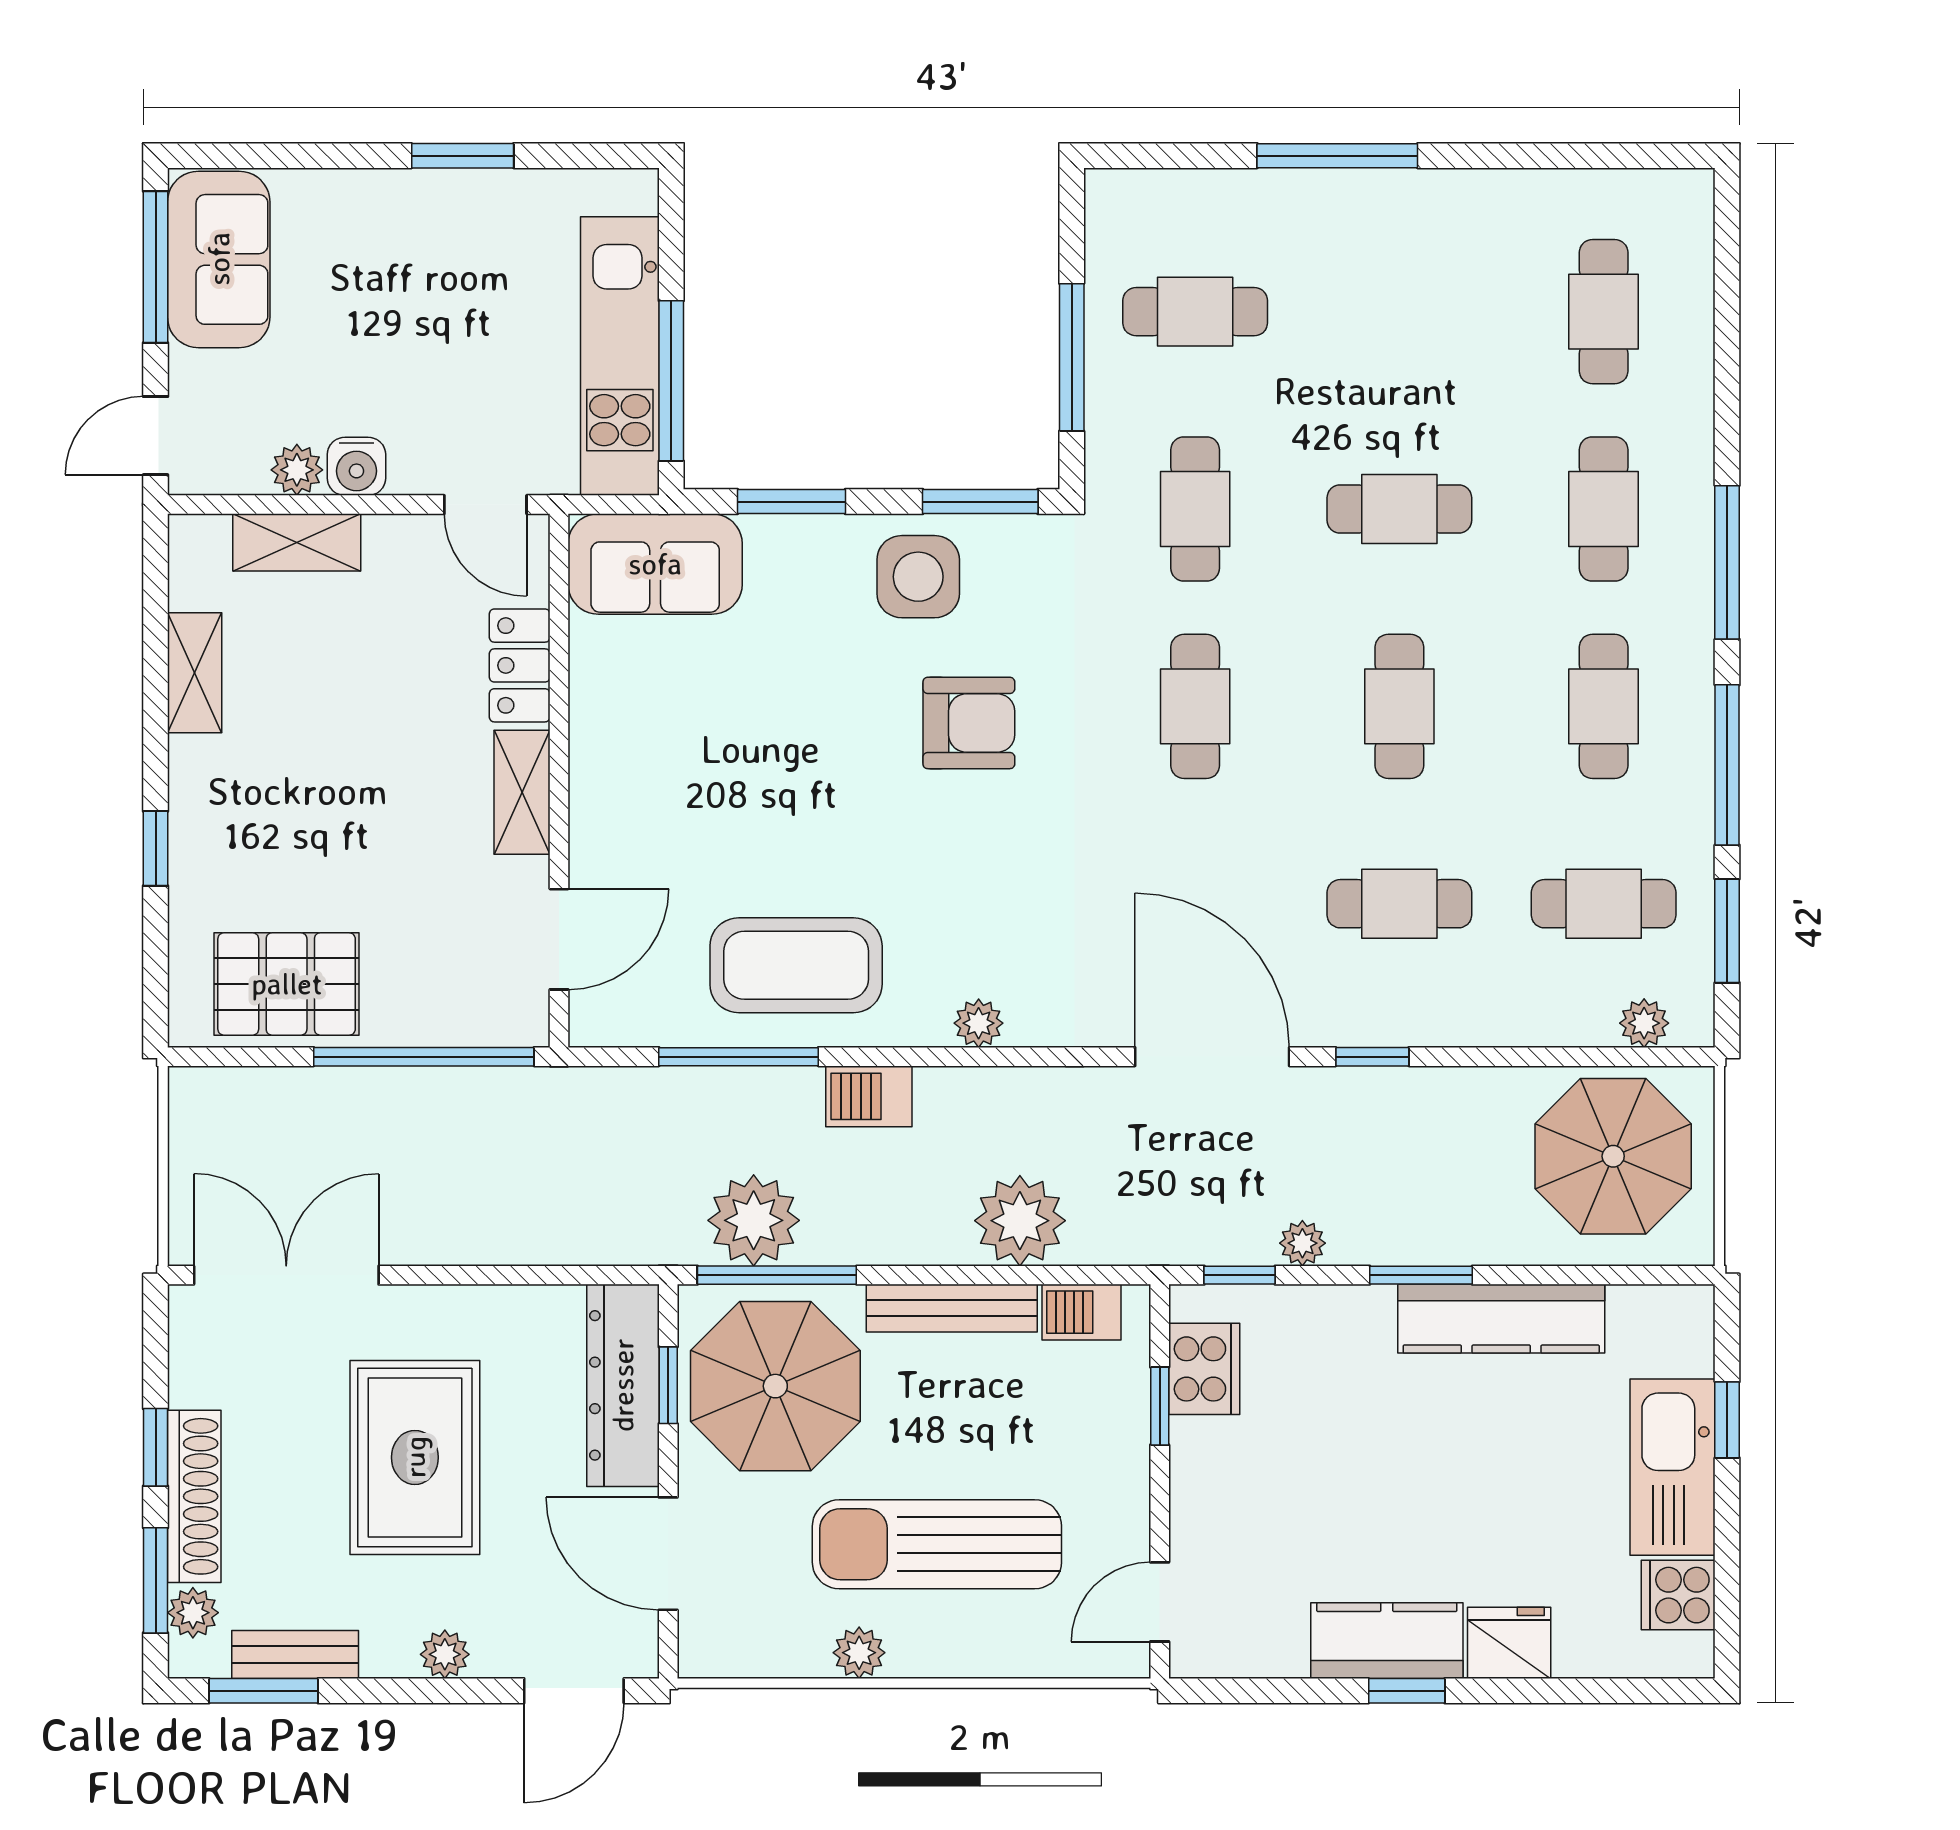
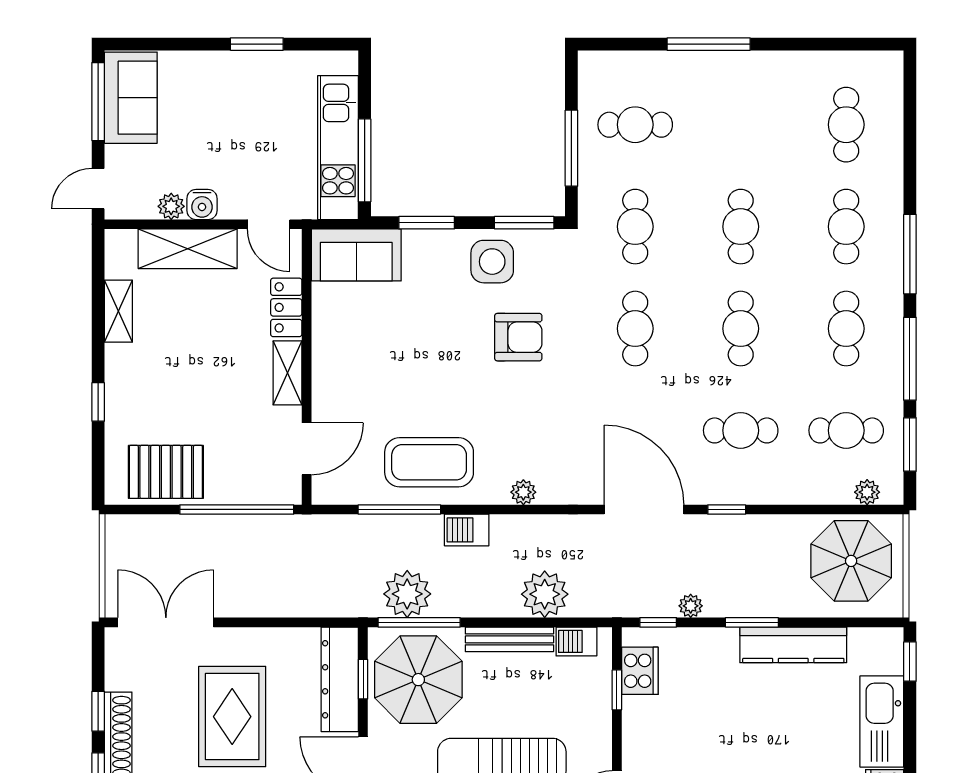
cafe table: (1399, 509) -> (741, 227), turned 90
shelving: (297, 542) -> (188, 249), width x1.50, depth x1.33
window: (1727, 1420) -> (910, 662), moved

